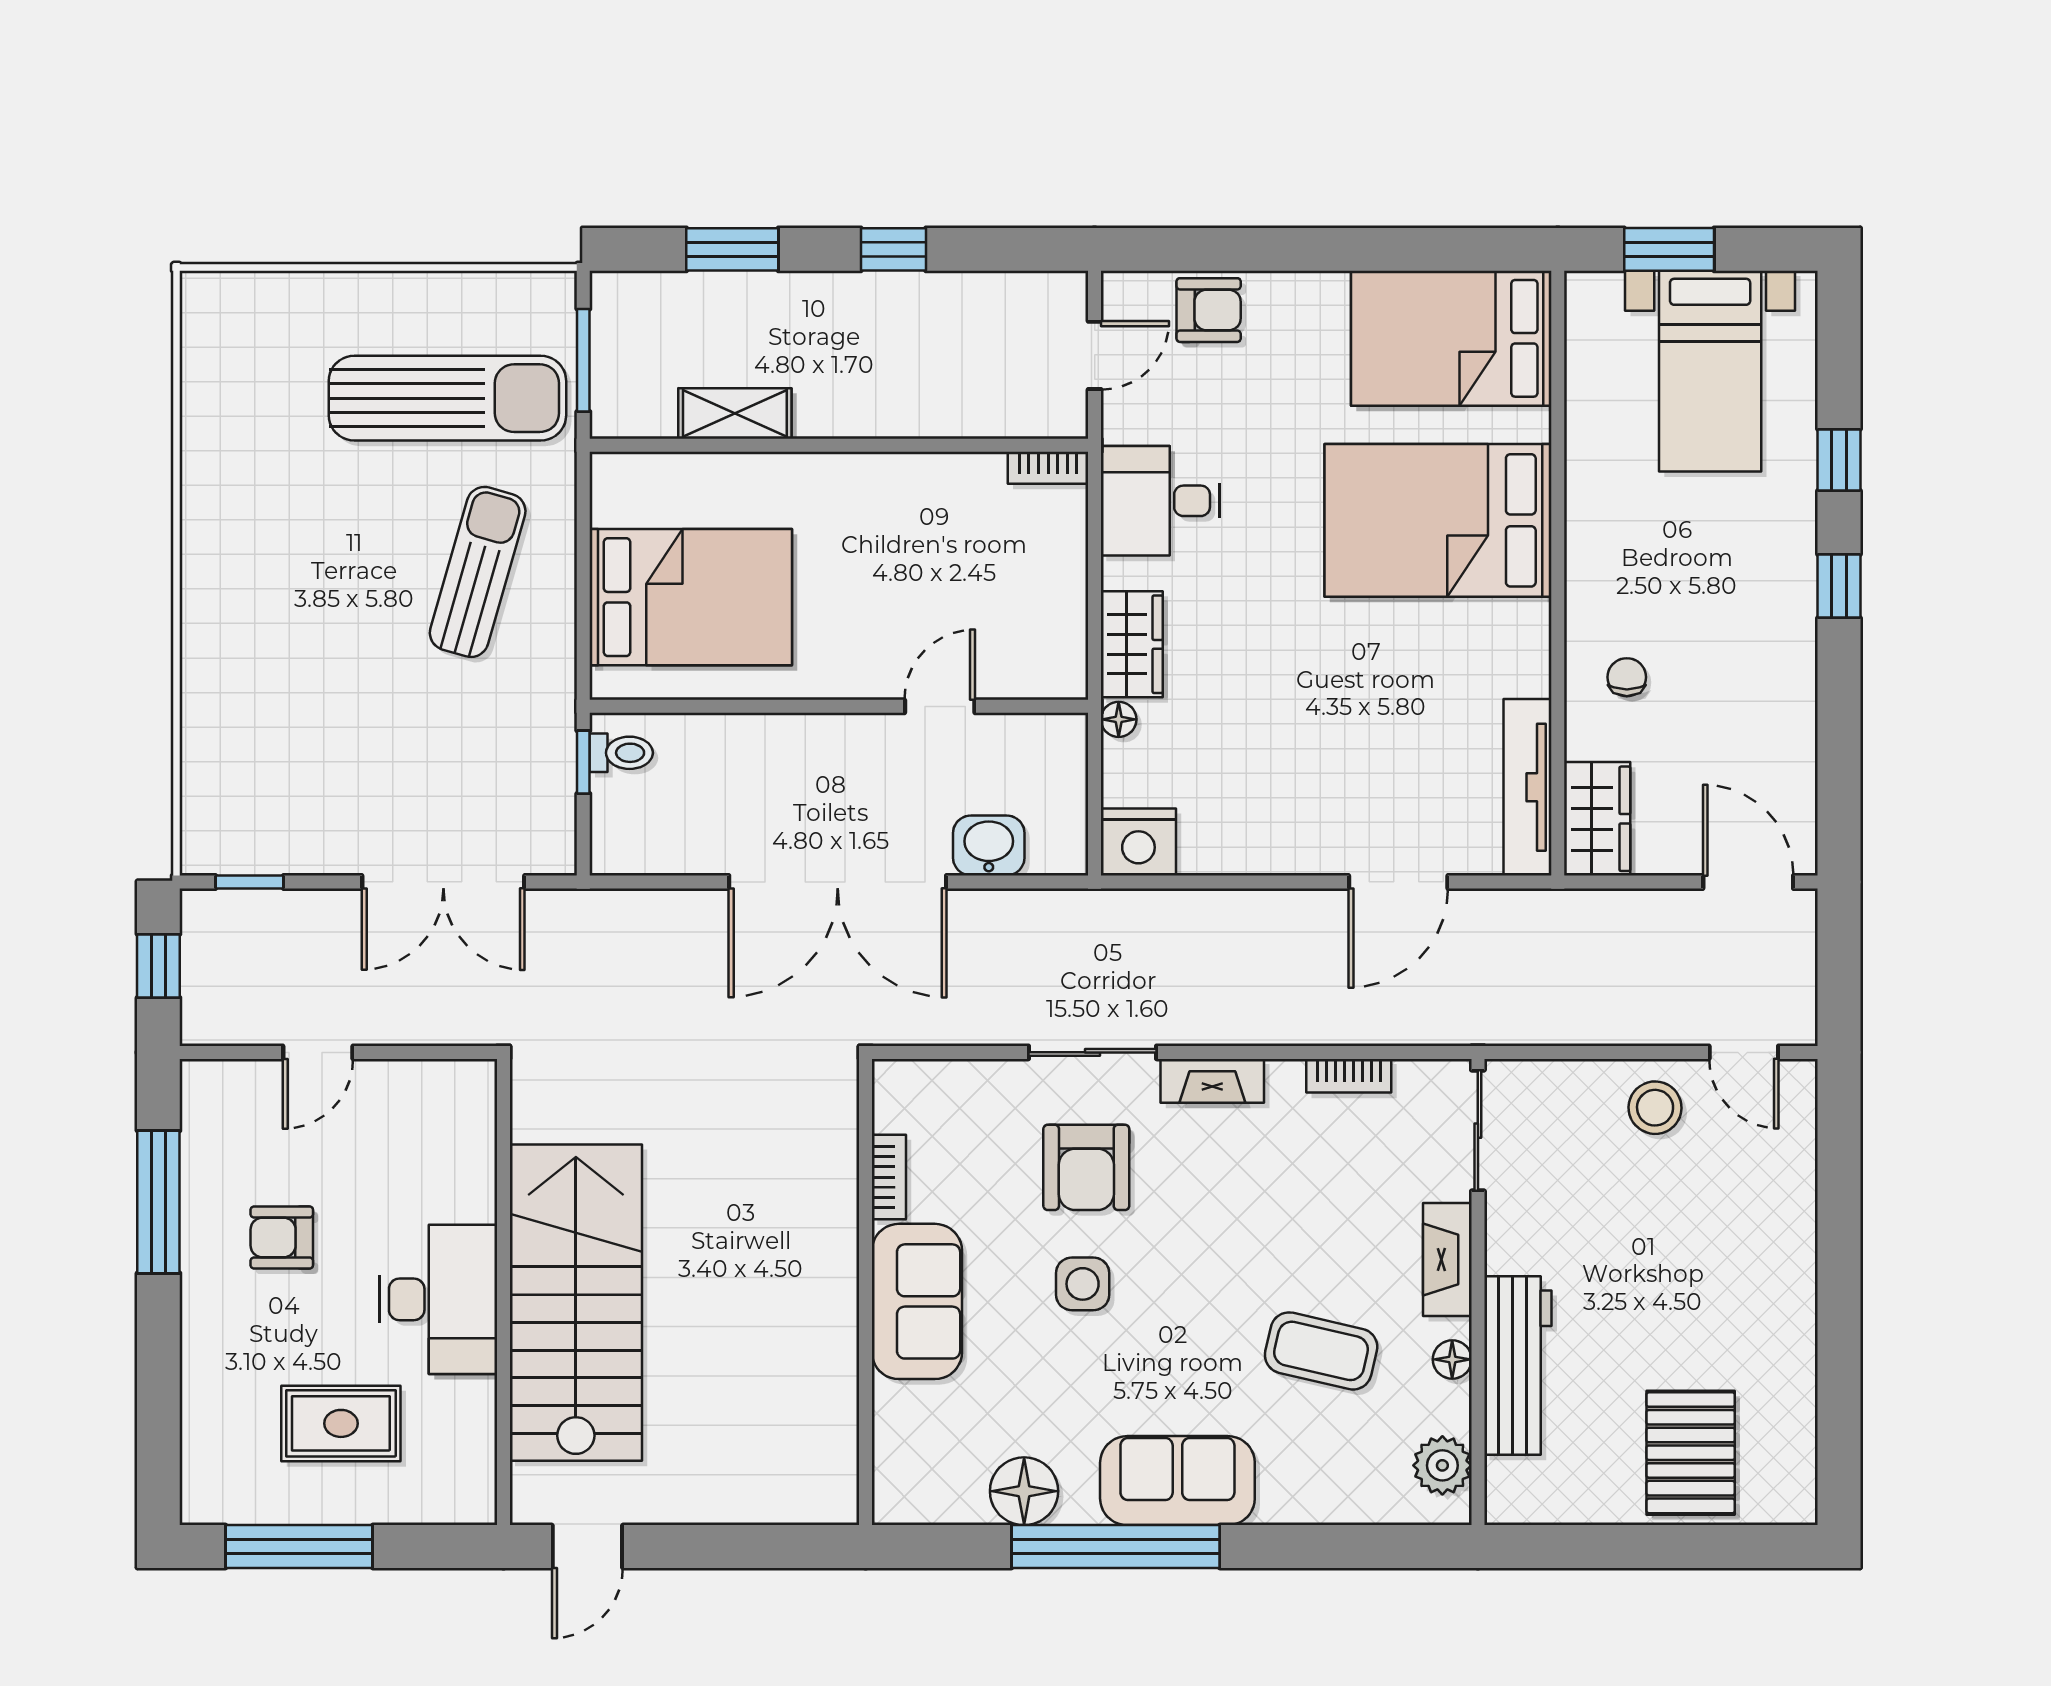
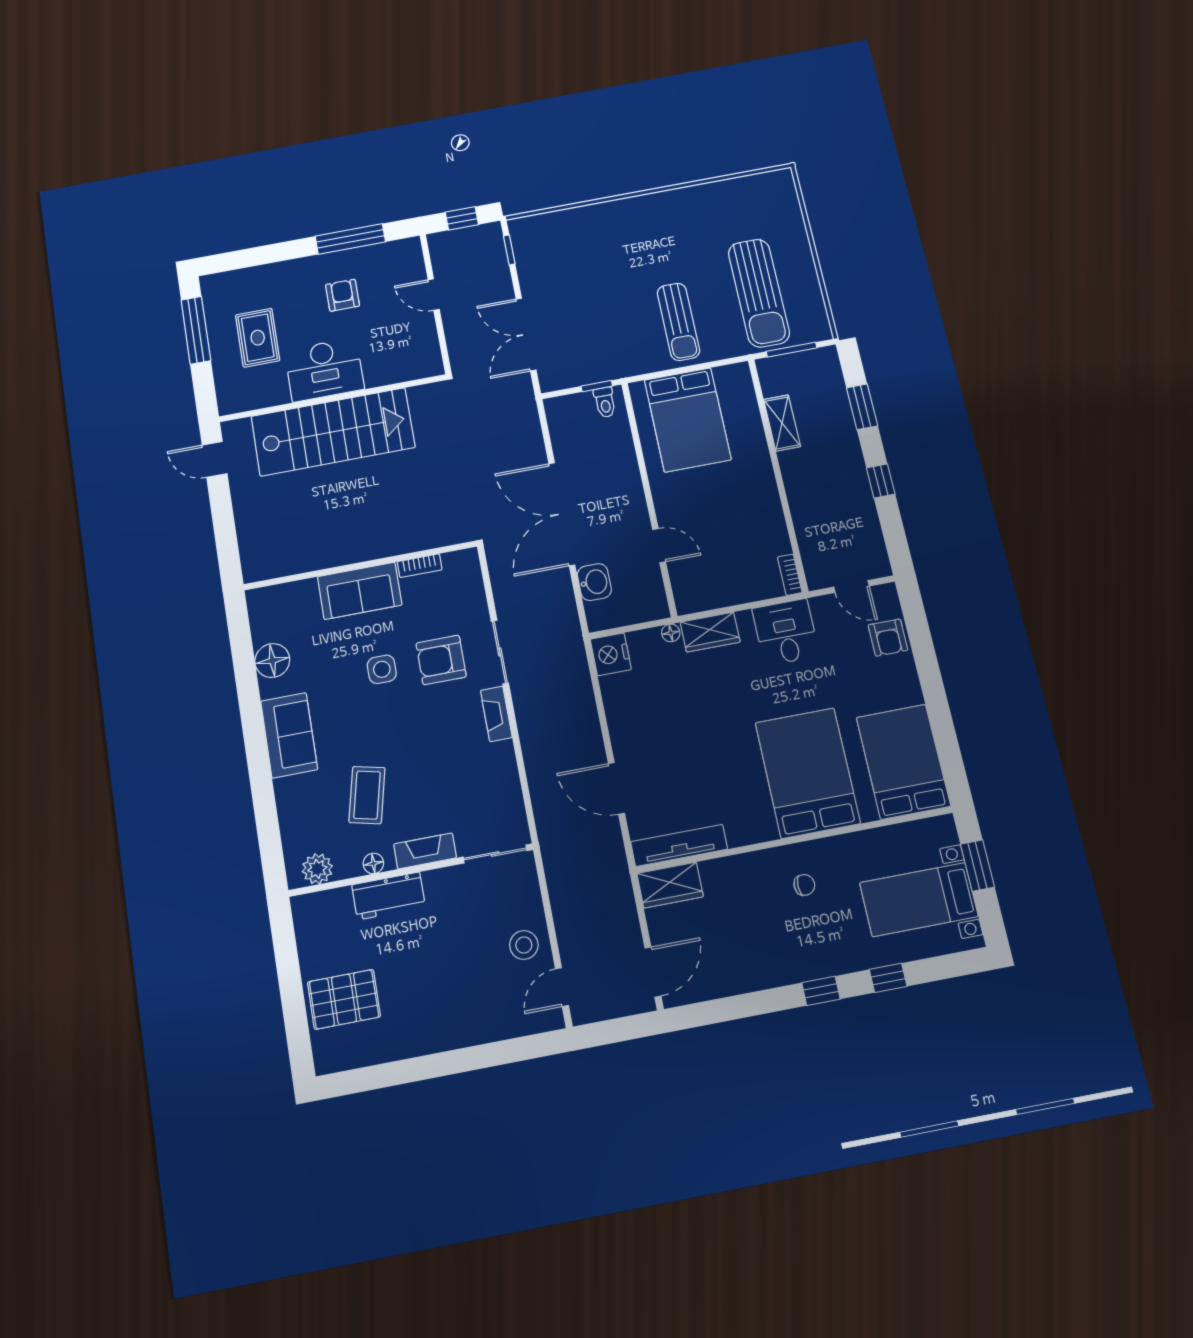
sun lounger: (478, 572) -> (678, 322), turned 74
chair: (1627, 677) -> (804, 885), moved
bookcase: (1349, 1076) -> (511, 782), removed
workbench: (1518, 1365) -> (389, 896), width x0.73
window: (1116, 1547) -> (251, 711), removed

